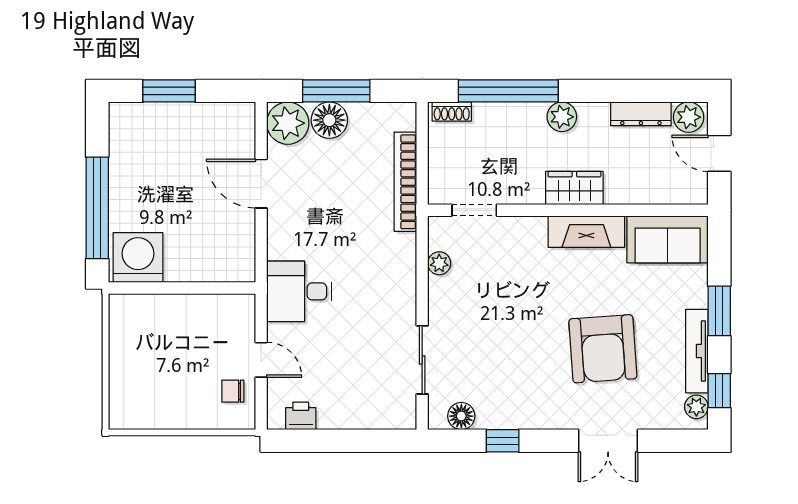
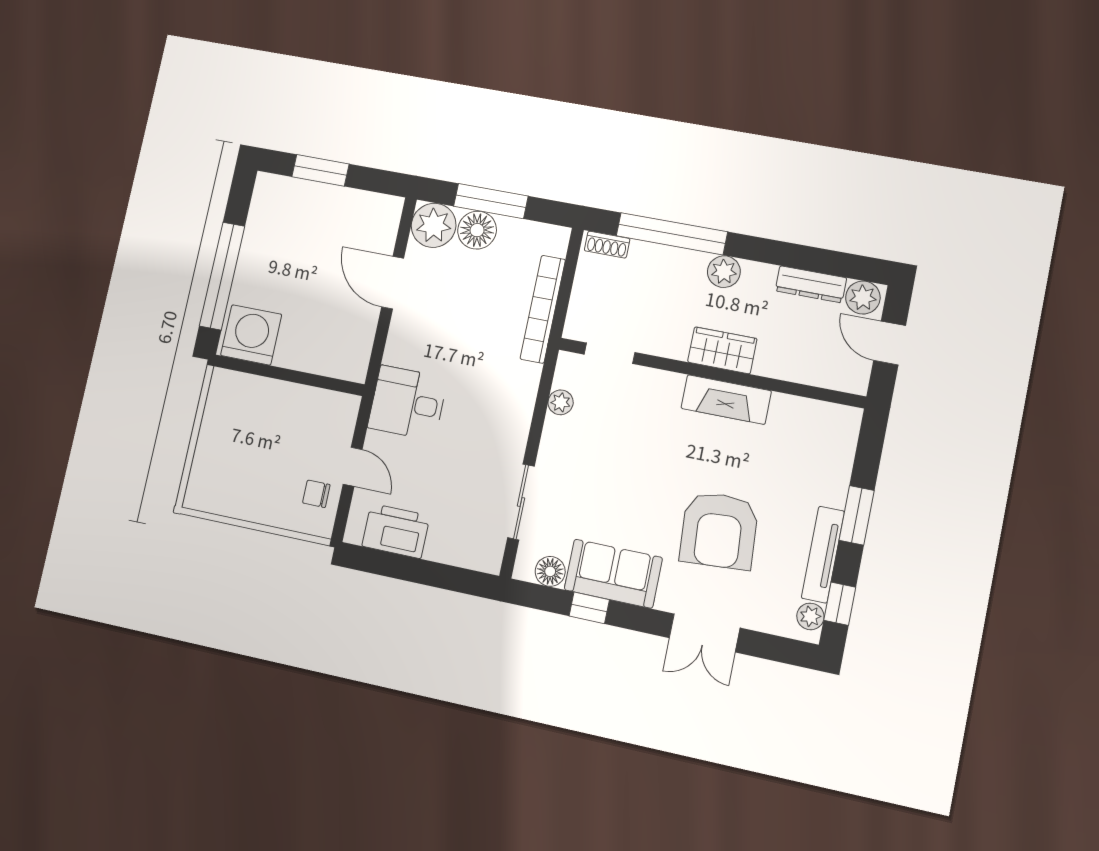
sofa: (668, 239) -> (613, 574), moved, turned 180
printer: (301, 416) -> (396, 531), width x1.87, depth x1.48

